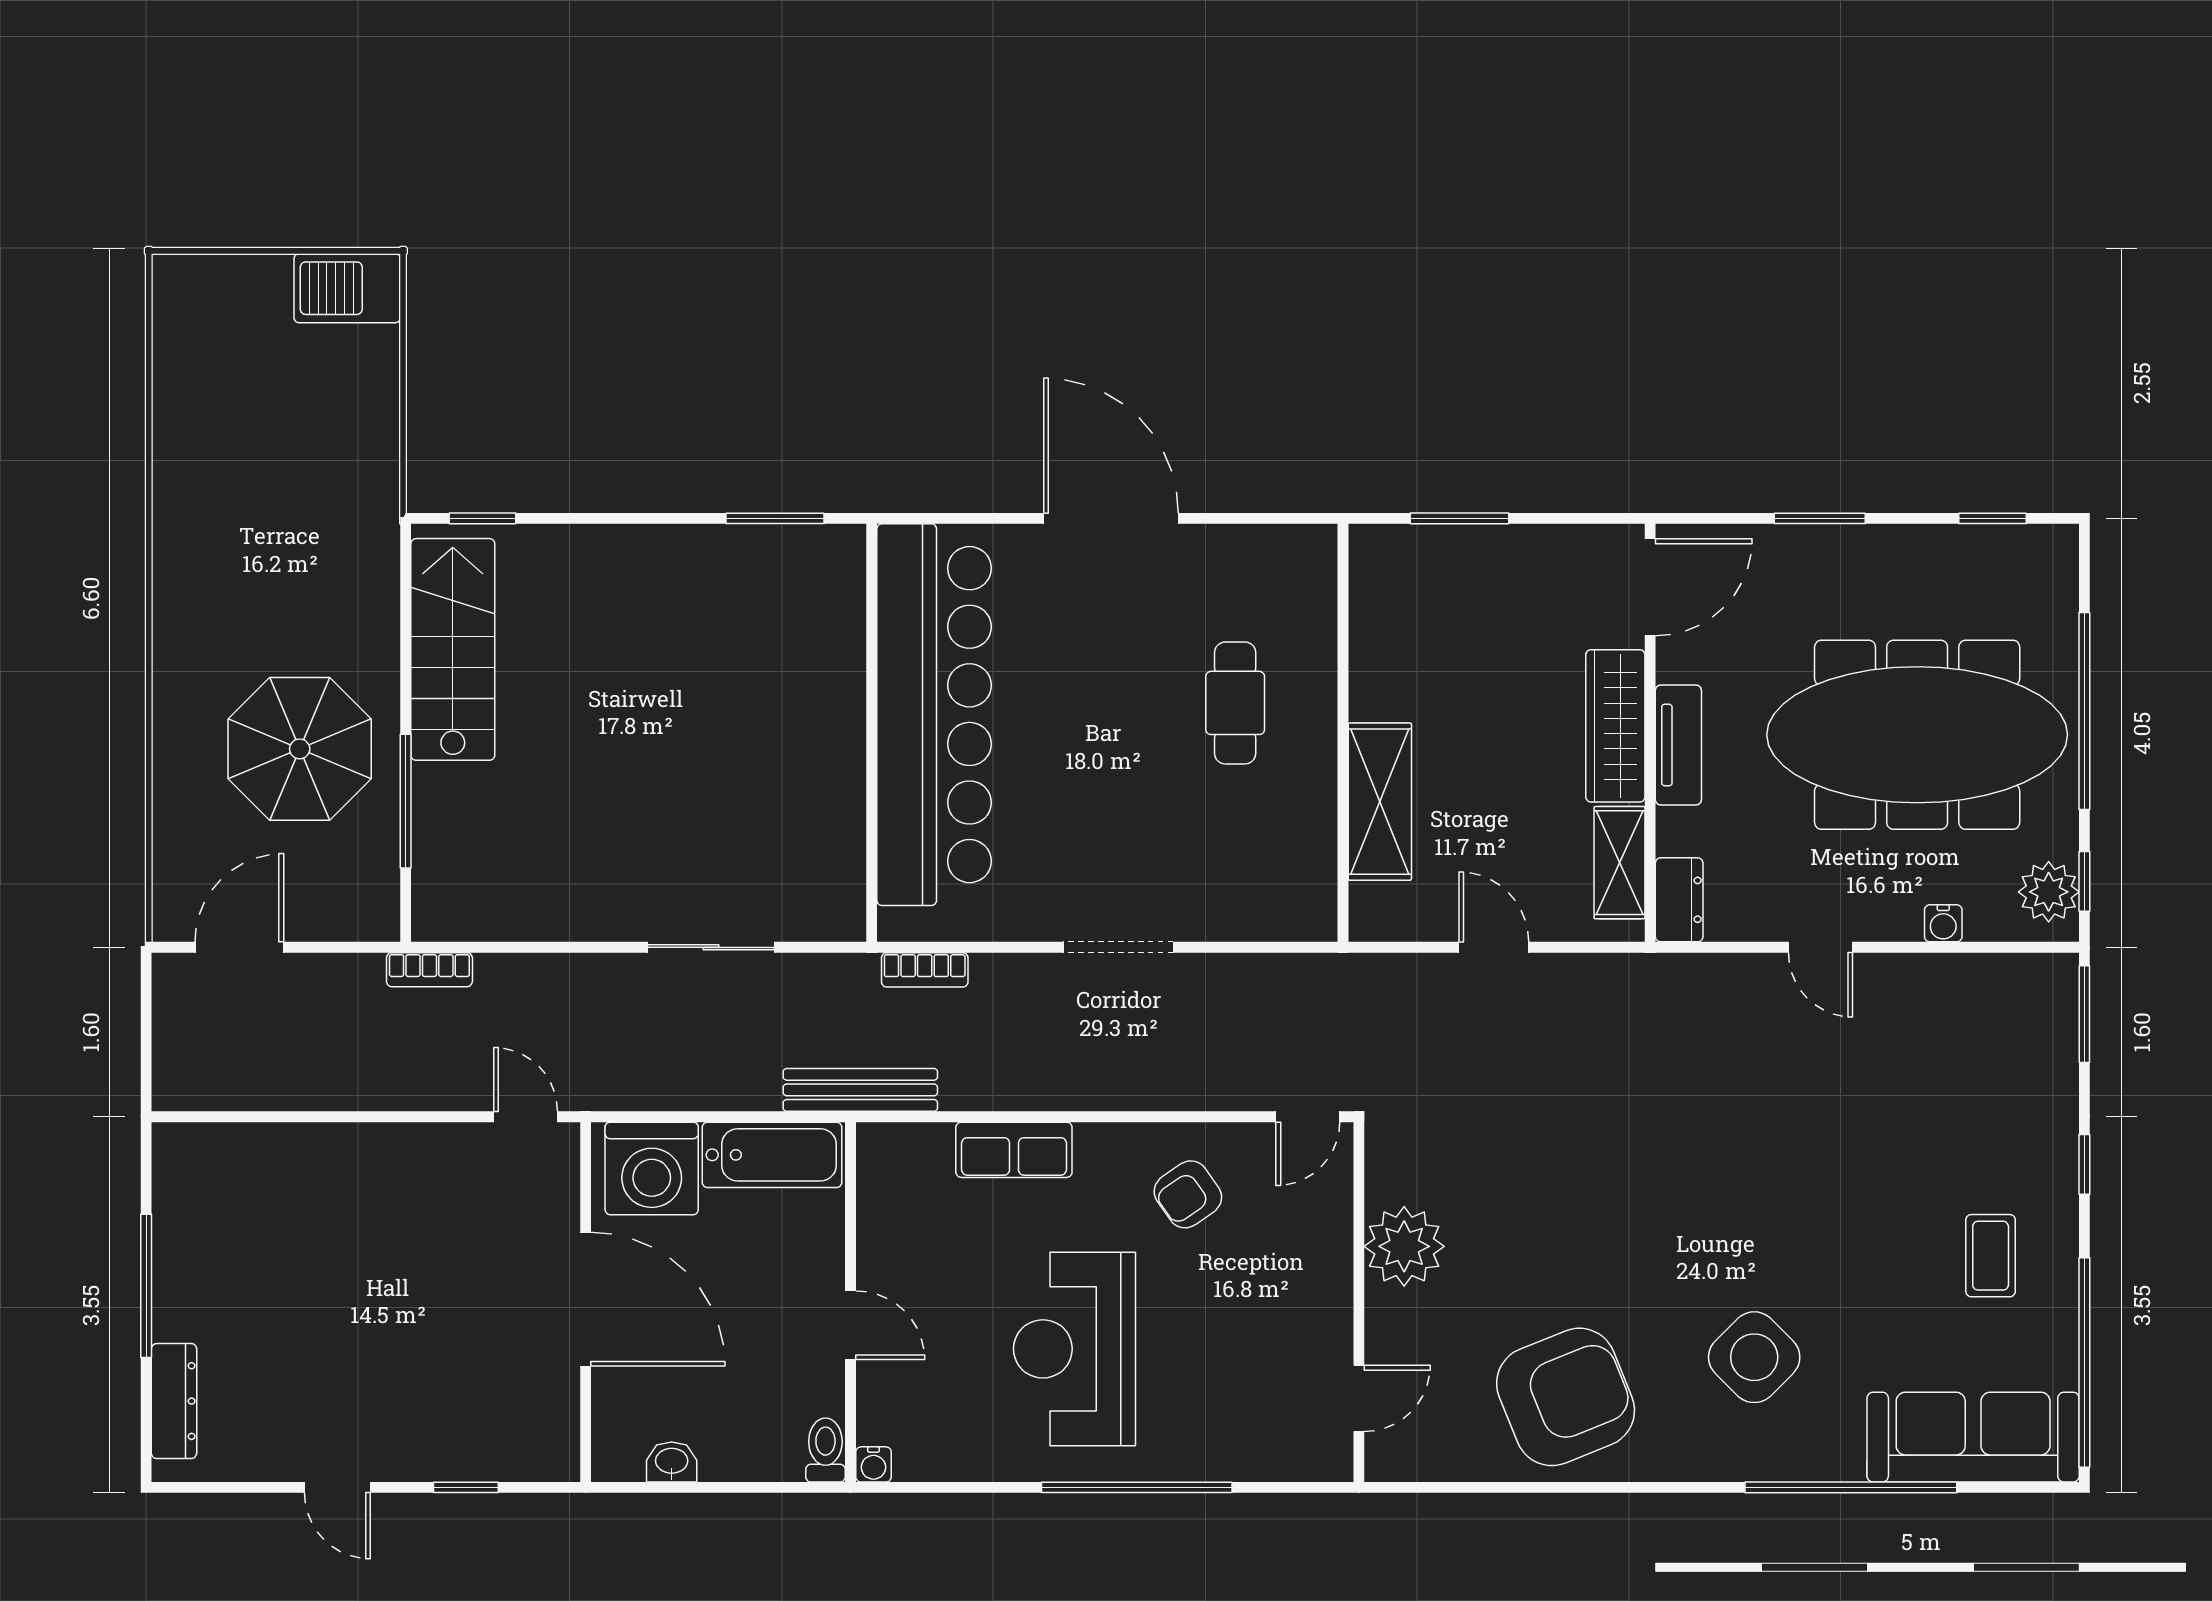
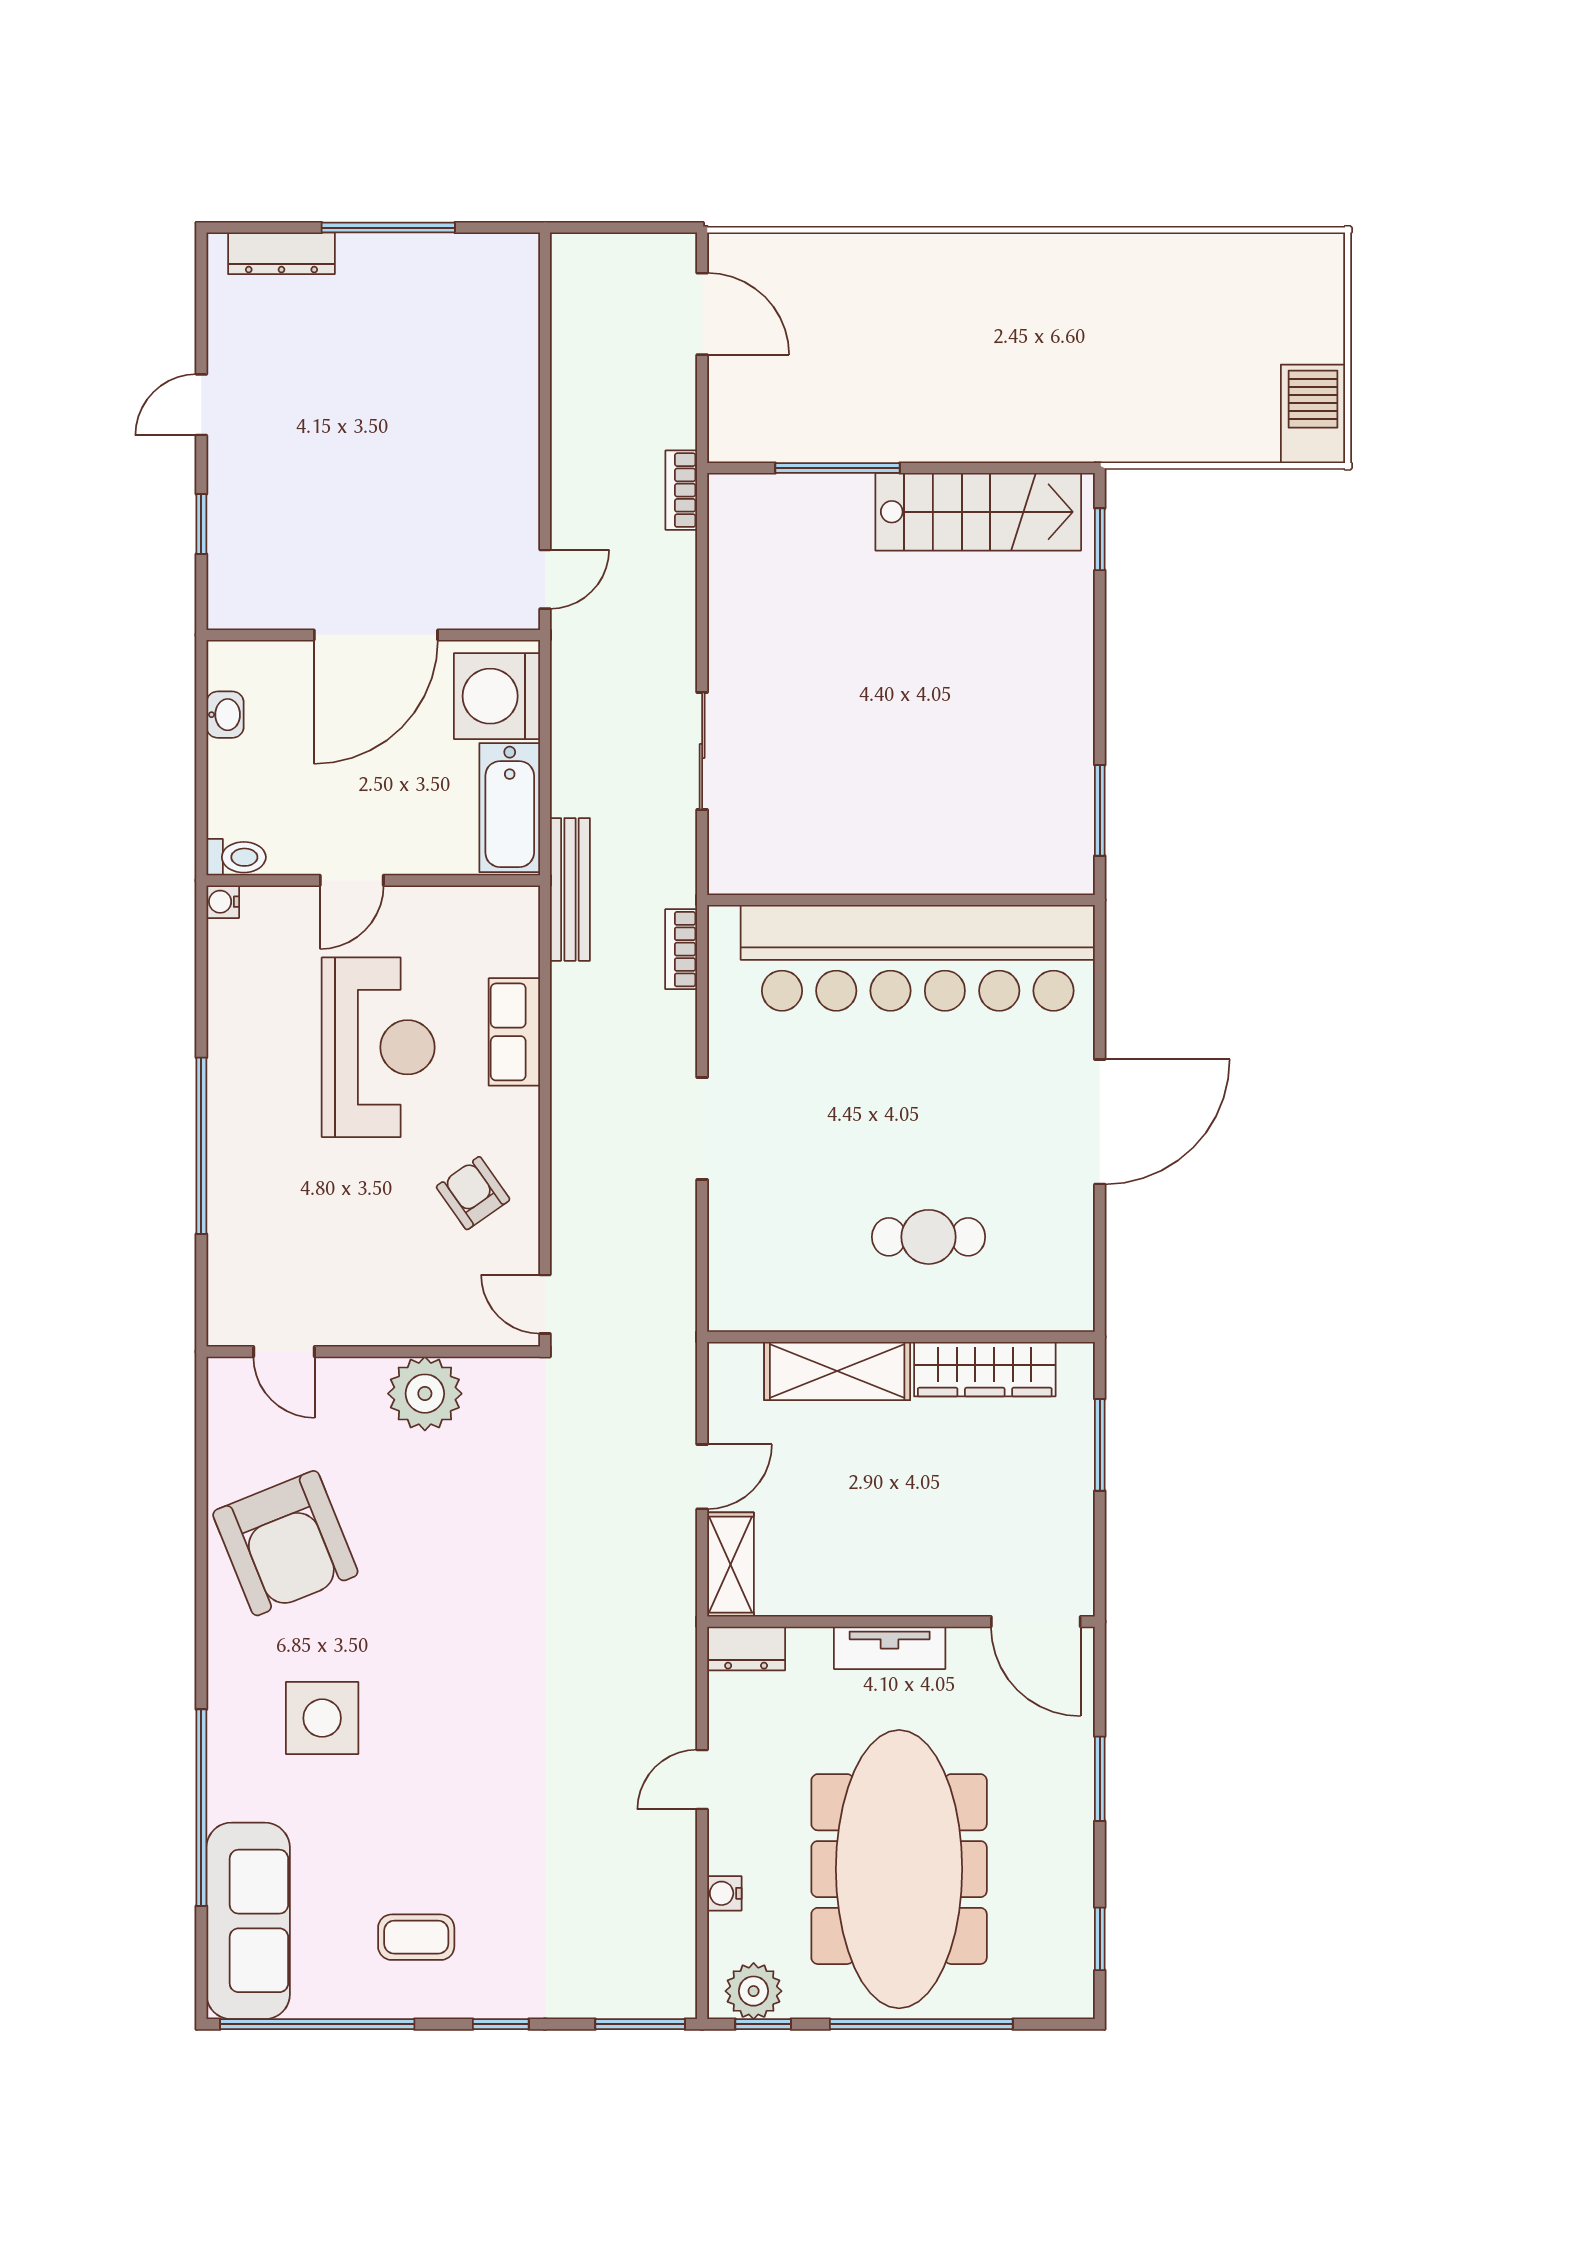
wardrobe: (1615, 726) -> (985, 1369), moved, turned 180
parasol: (300, 749) -> (886, 370), removed
shelving: (1620, 863) -> (730, 1565), moved, turned 90
reception desk: (1075, 1349) -> (378, 1047), moved, turned 90
side table: (1754, 1357) -> (322, 1718), turned 45

